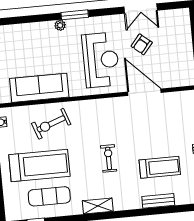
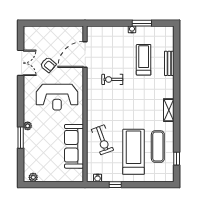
window: (75, 15) -> (21, 138), moved
reception desk: (101, 60) -> (57, 97), turned 180
door: (144, 92) -> (85, 55), moved
exercise bike: (109, 158) -> (112, 79), moved

